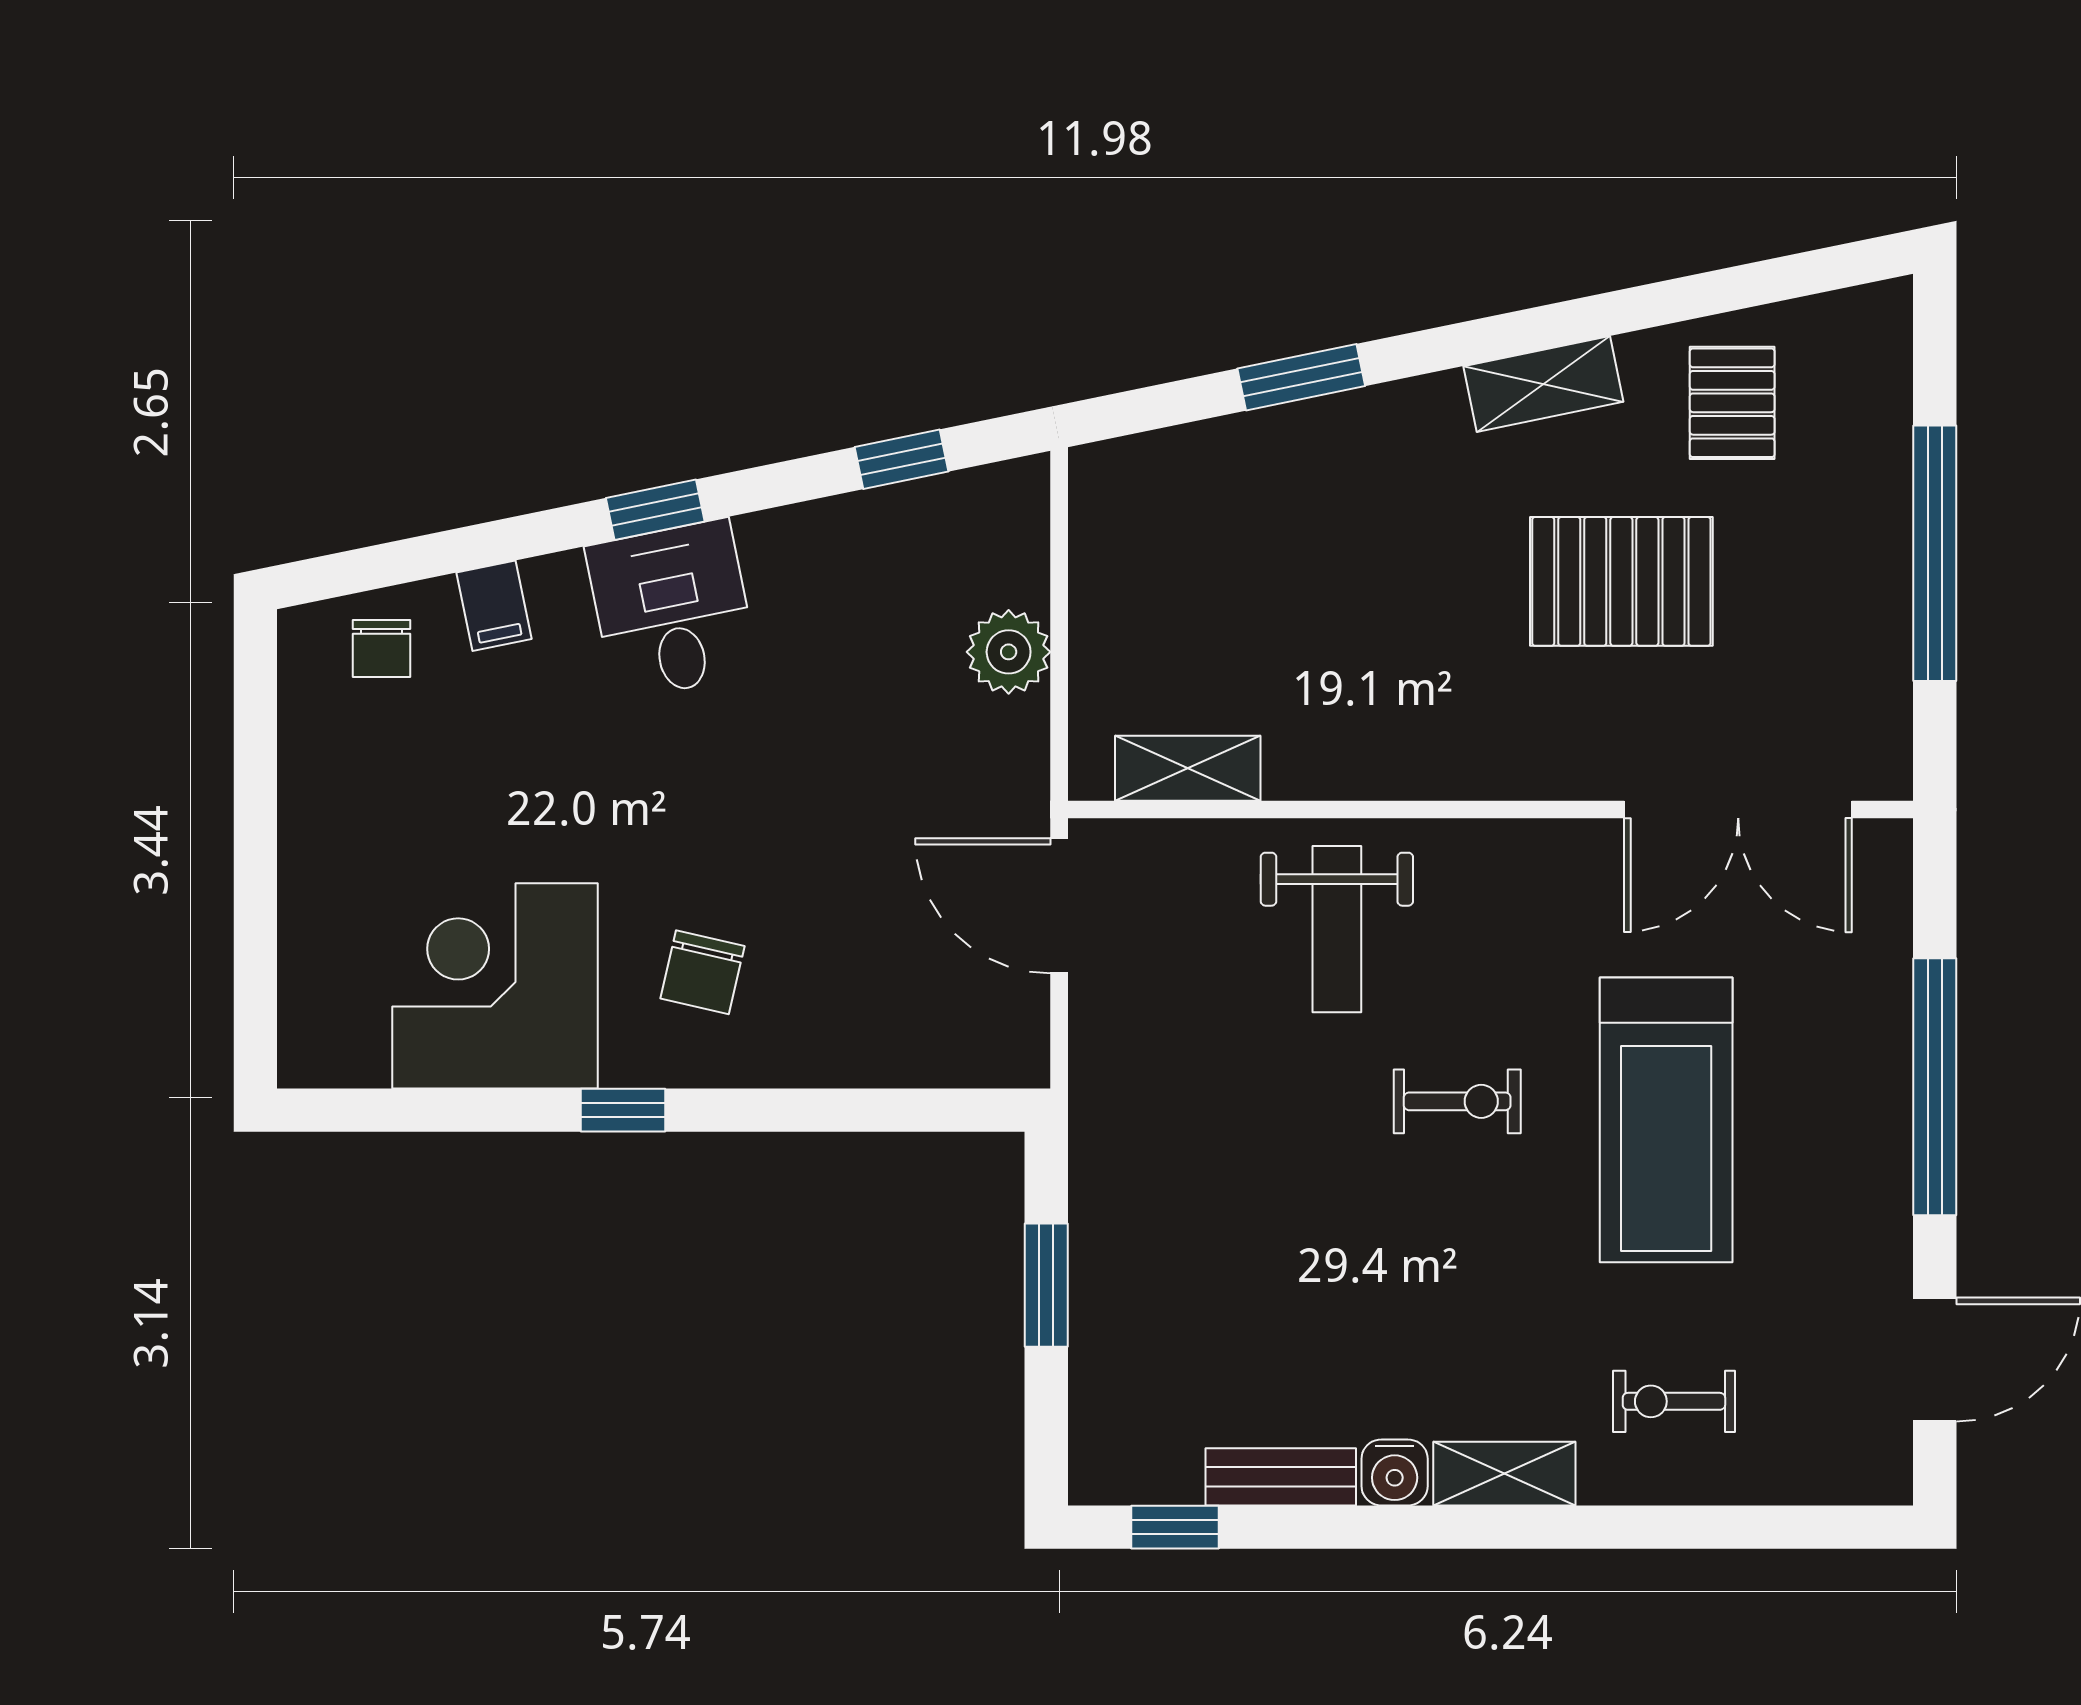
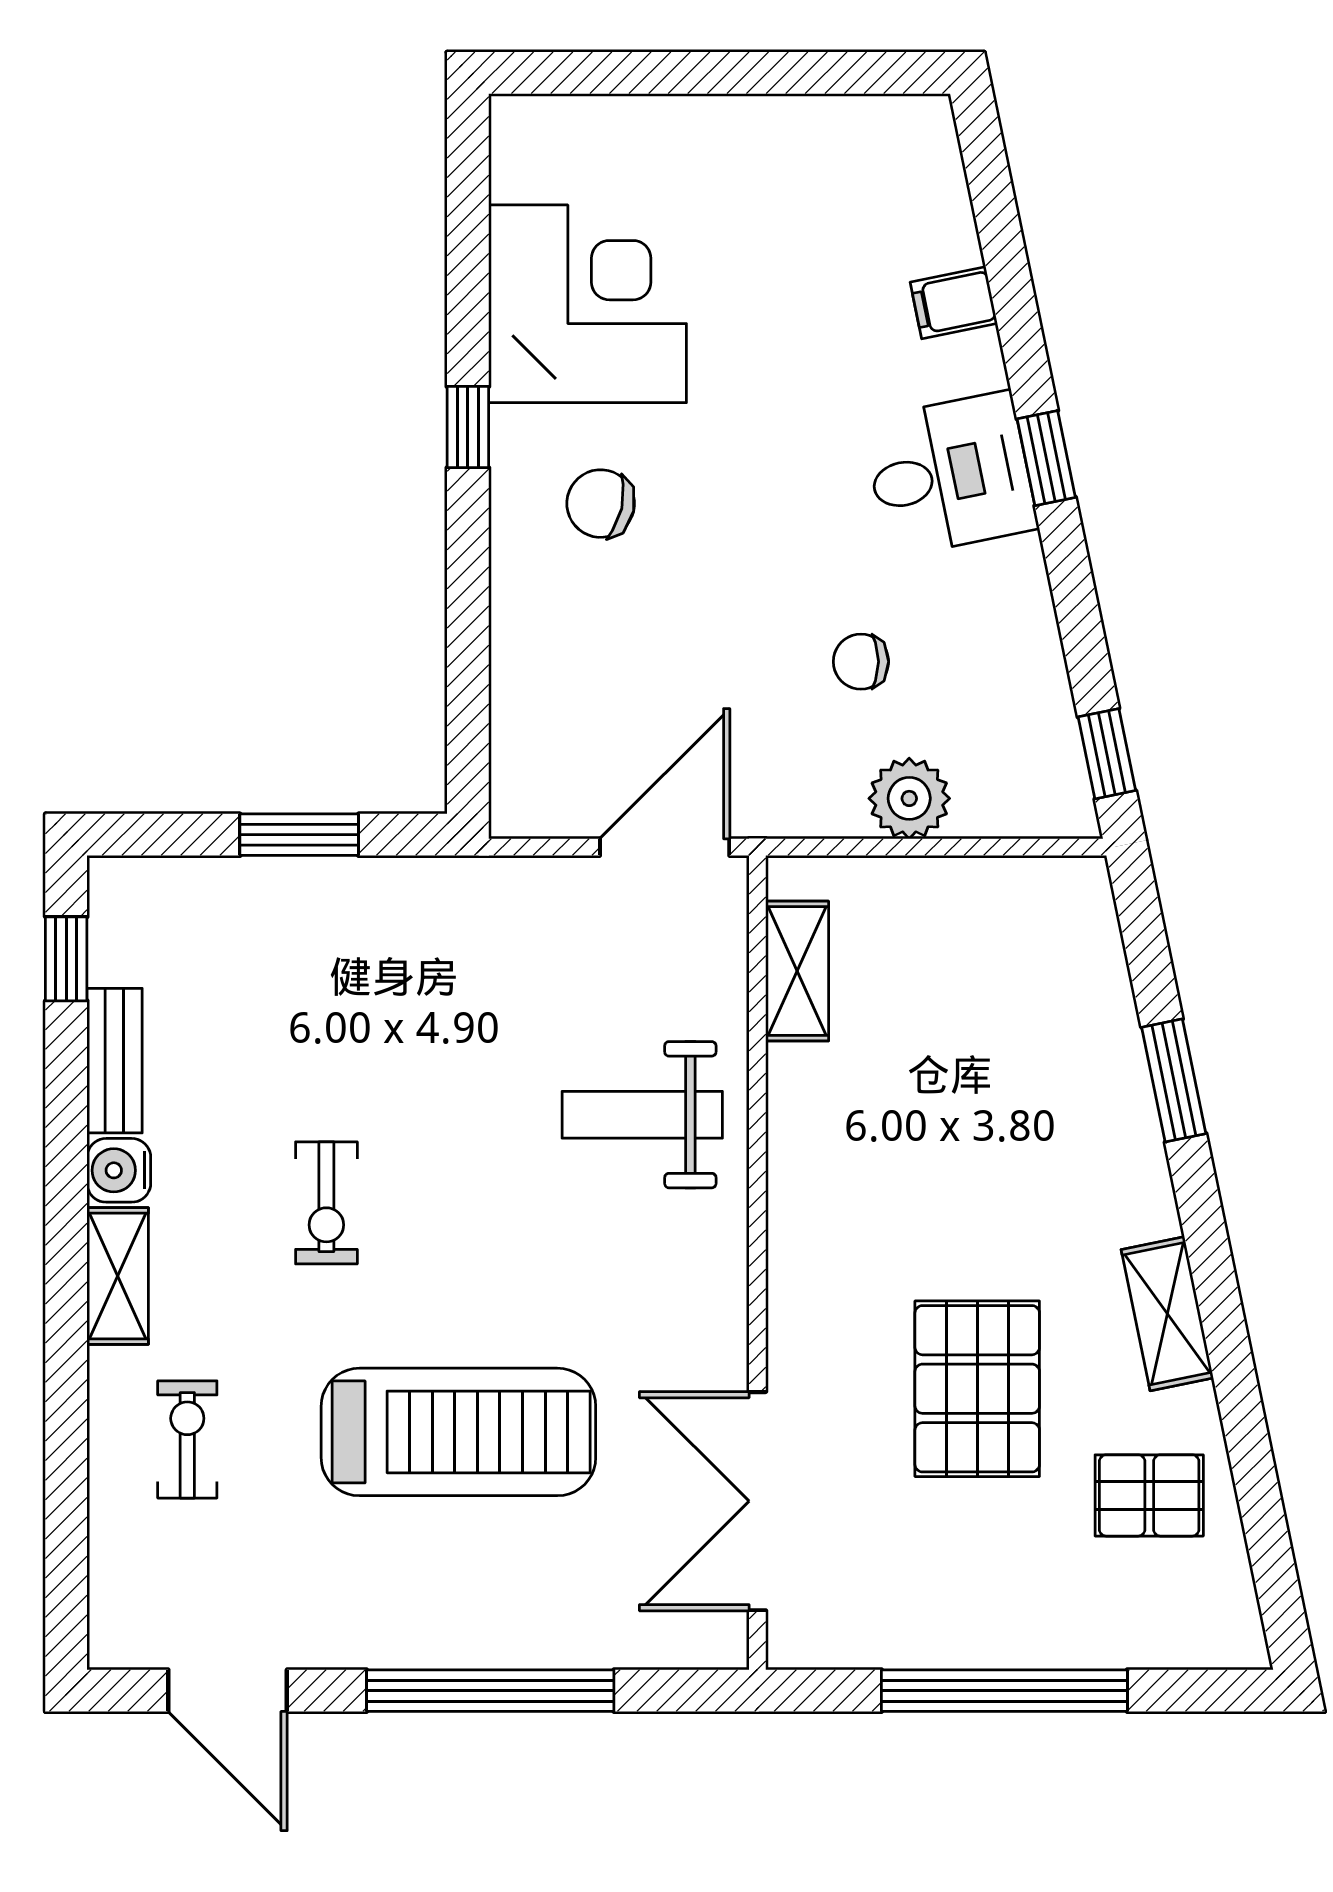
window: (901, 459) -> (1107, 754), moved
chair: (381, 648) -> (861, 662), moved
exercise bike: (1457, 1101) -> (326, 1203), moved
treadmill: (1666, 1120) -> (458, 1432), turned 180

